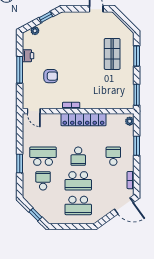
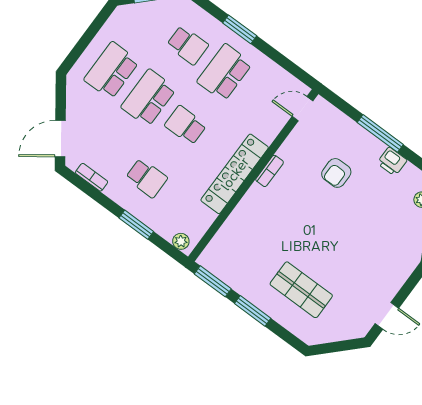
window: (137, 56) -> (253, 311), moved
school desk: (43, 156) -> (225, 73), turned 180

